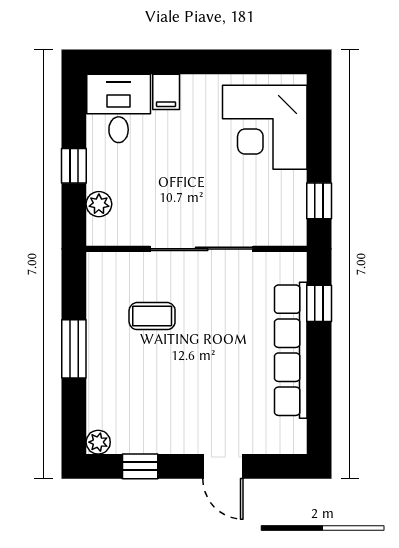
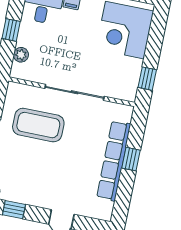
window: (319, 303) -> (131, 159), moved
coffee table: (152, 316) -> (38, 125), width x1.86, depth x1.72

